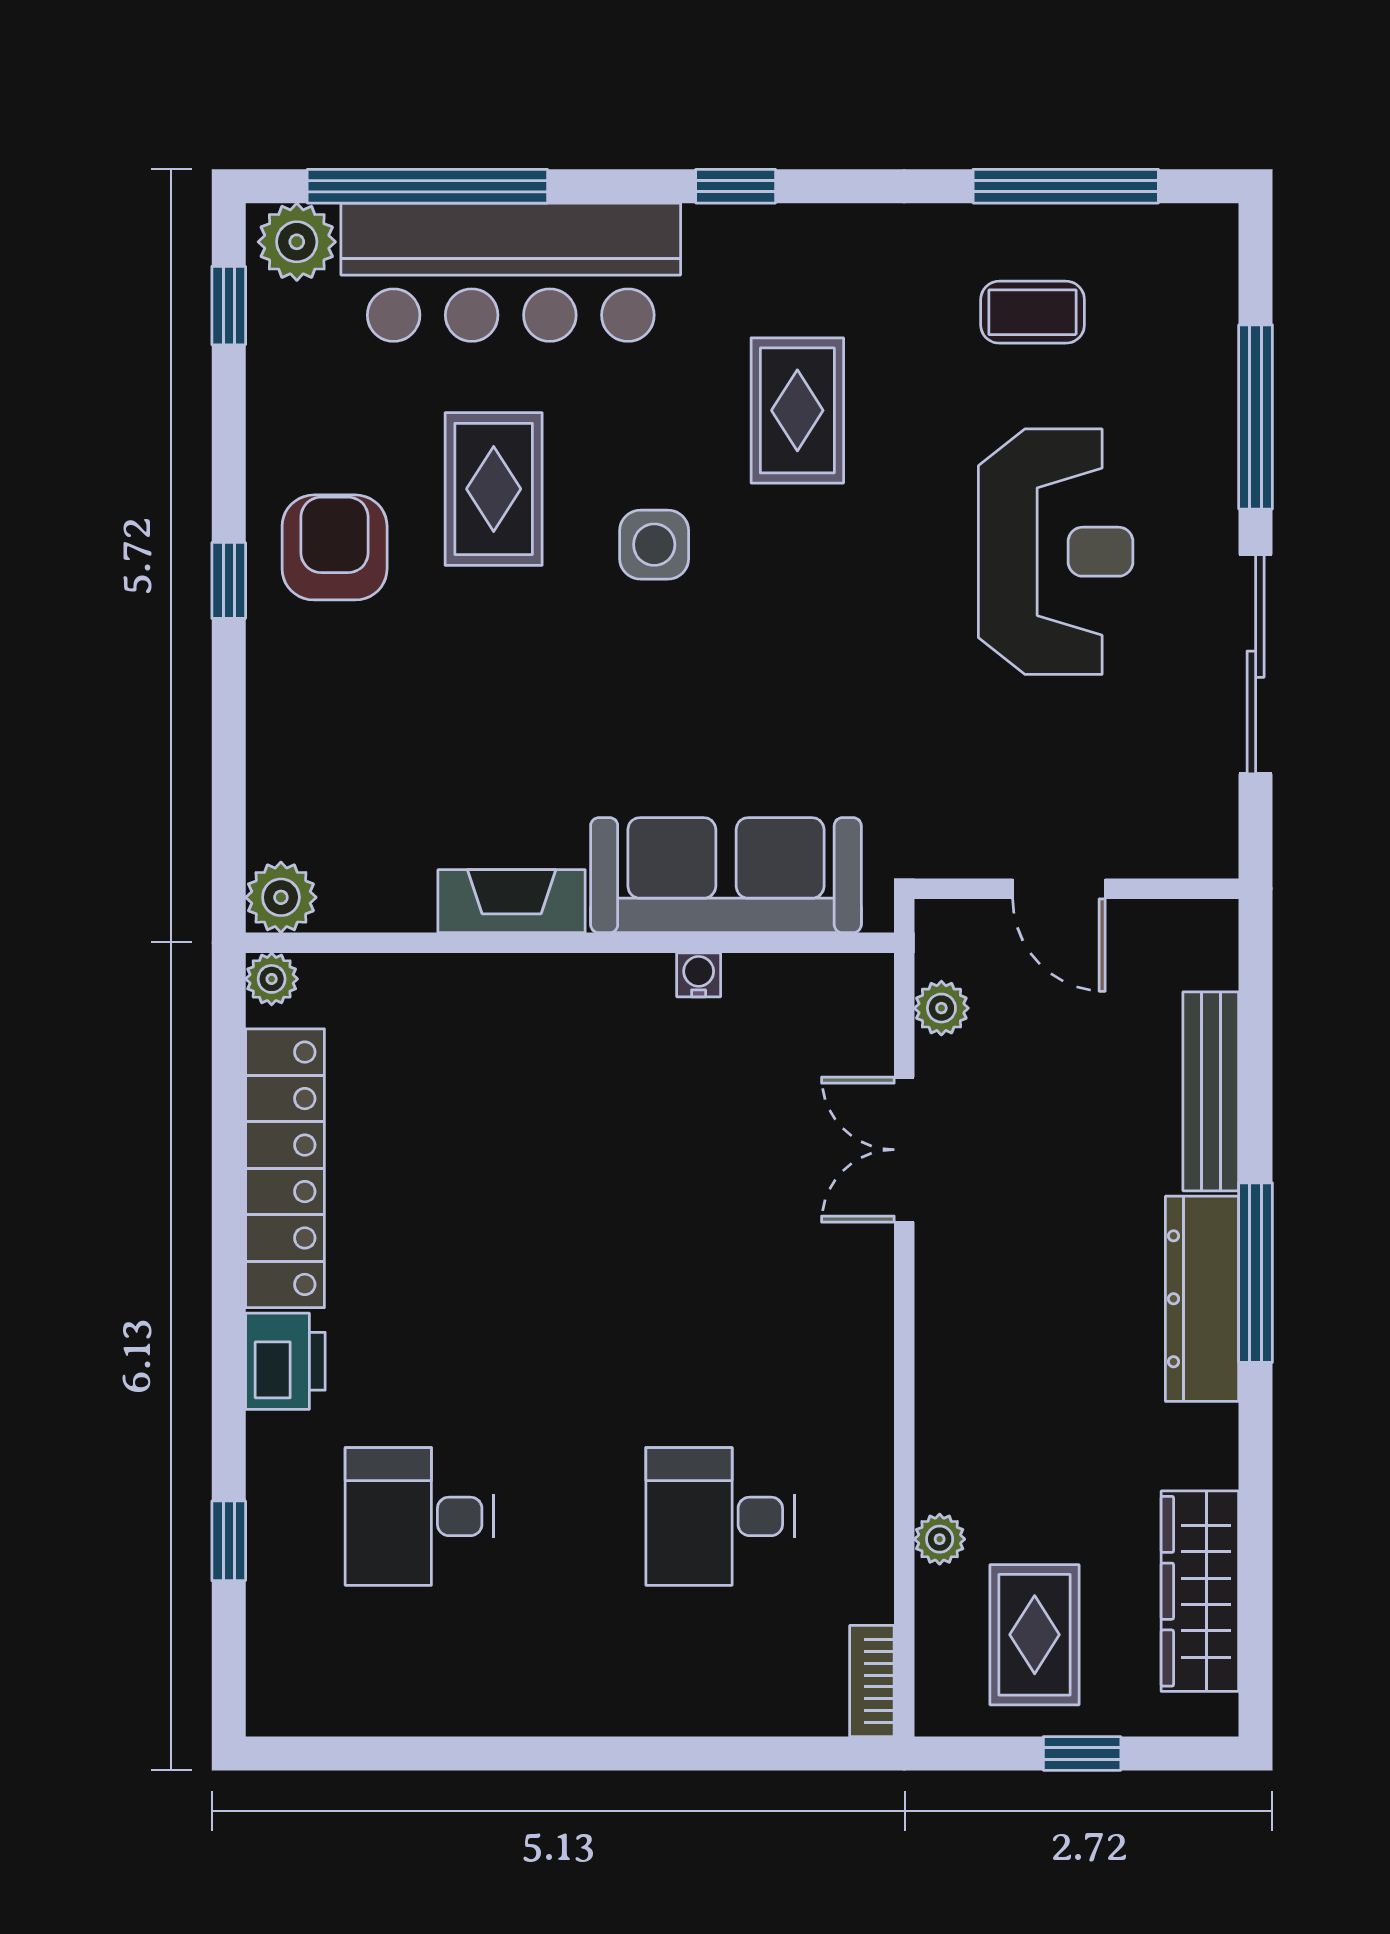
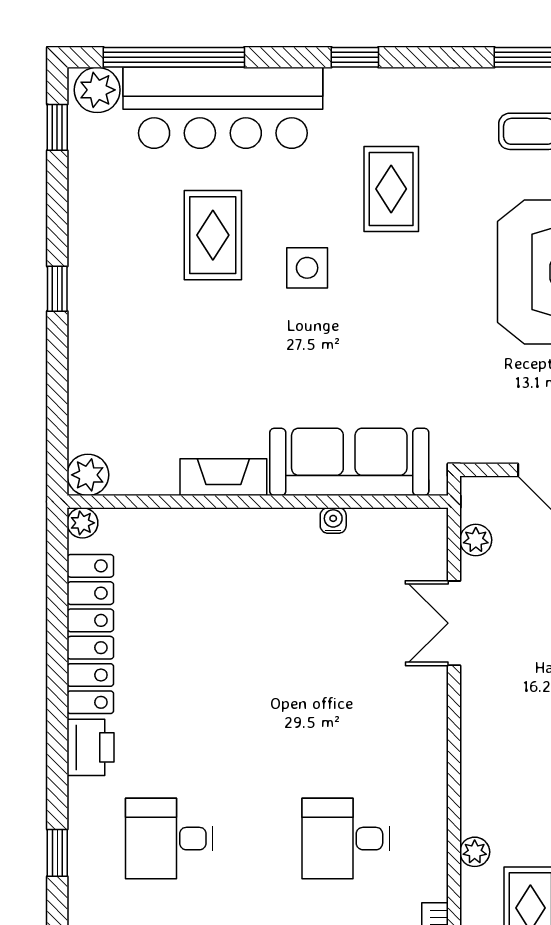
armchair: (335, 547) -> (119, 269), removed

